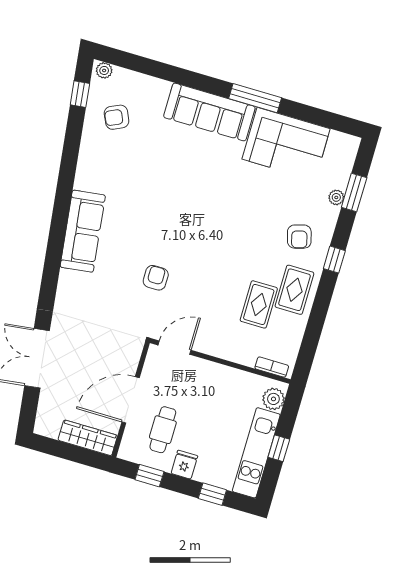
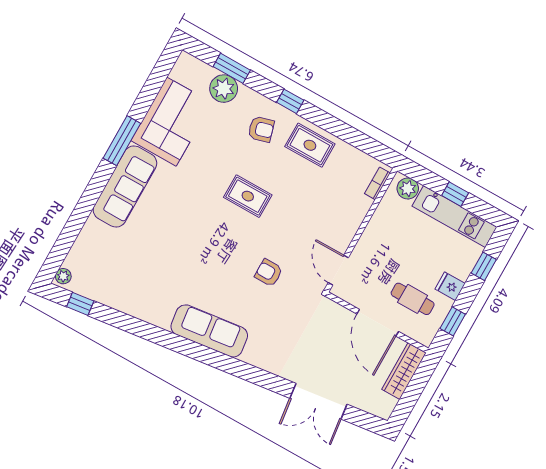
armchair: (117, 117) -> (110, 275), removed
plant: (336, 197) -> (224, 89), width x1.88, depth x1.88
rug: (259, 304) -> (248, 196), moved

